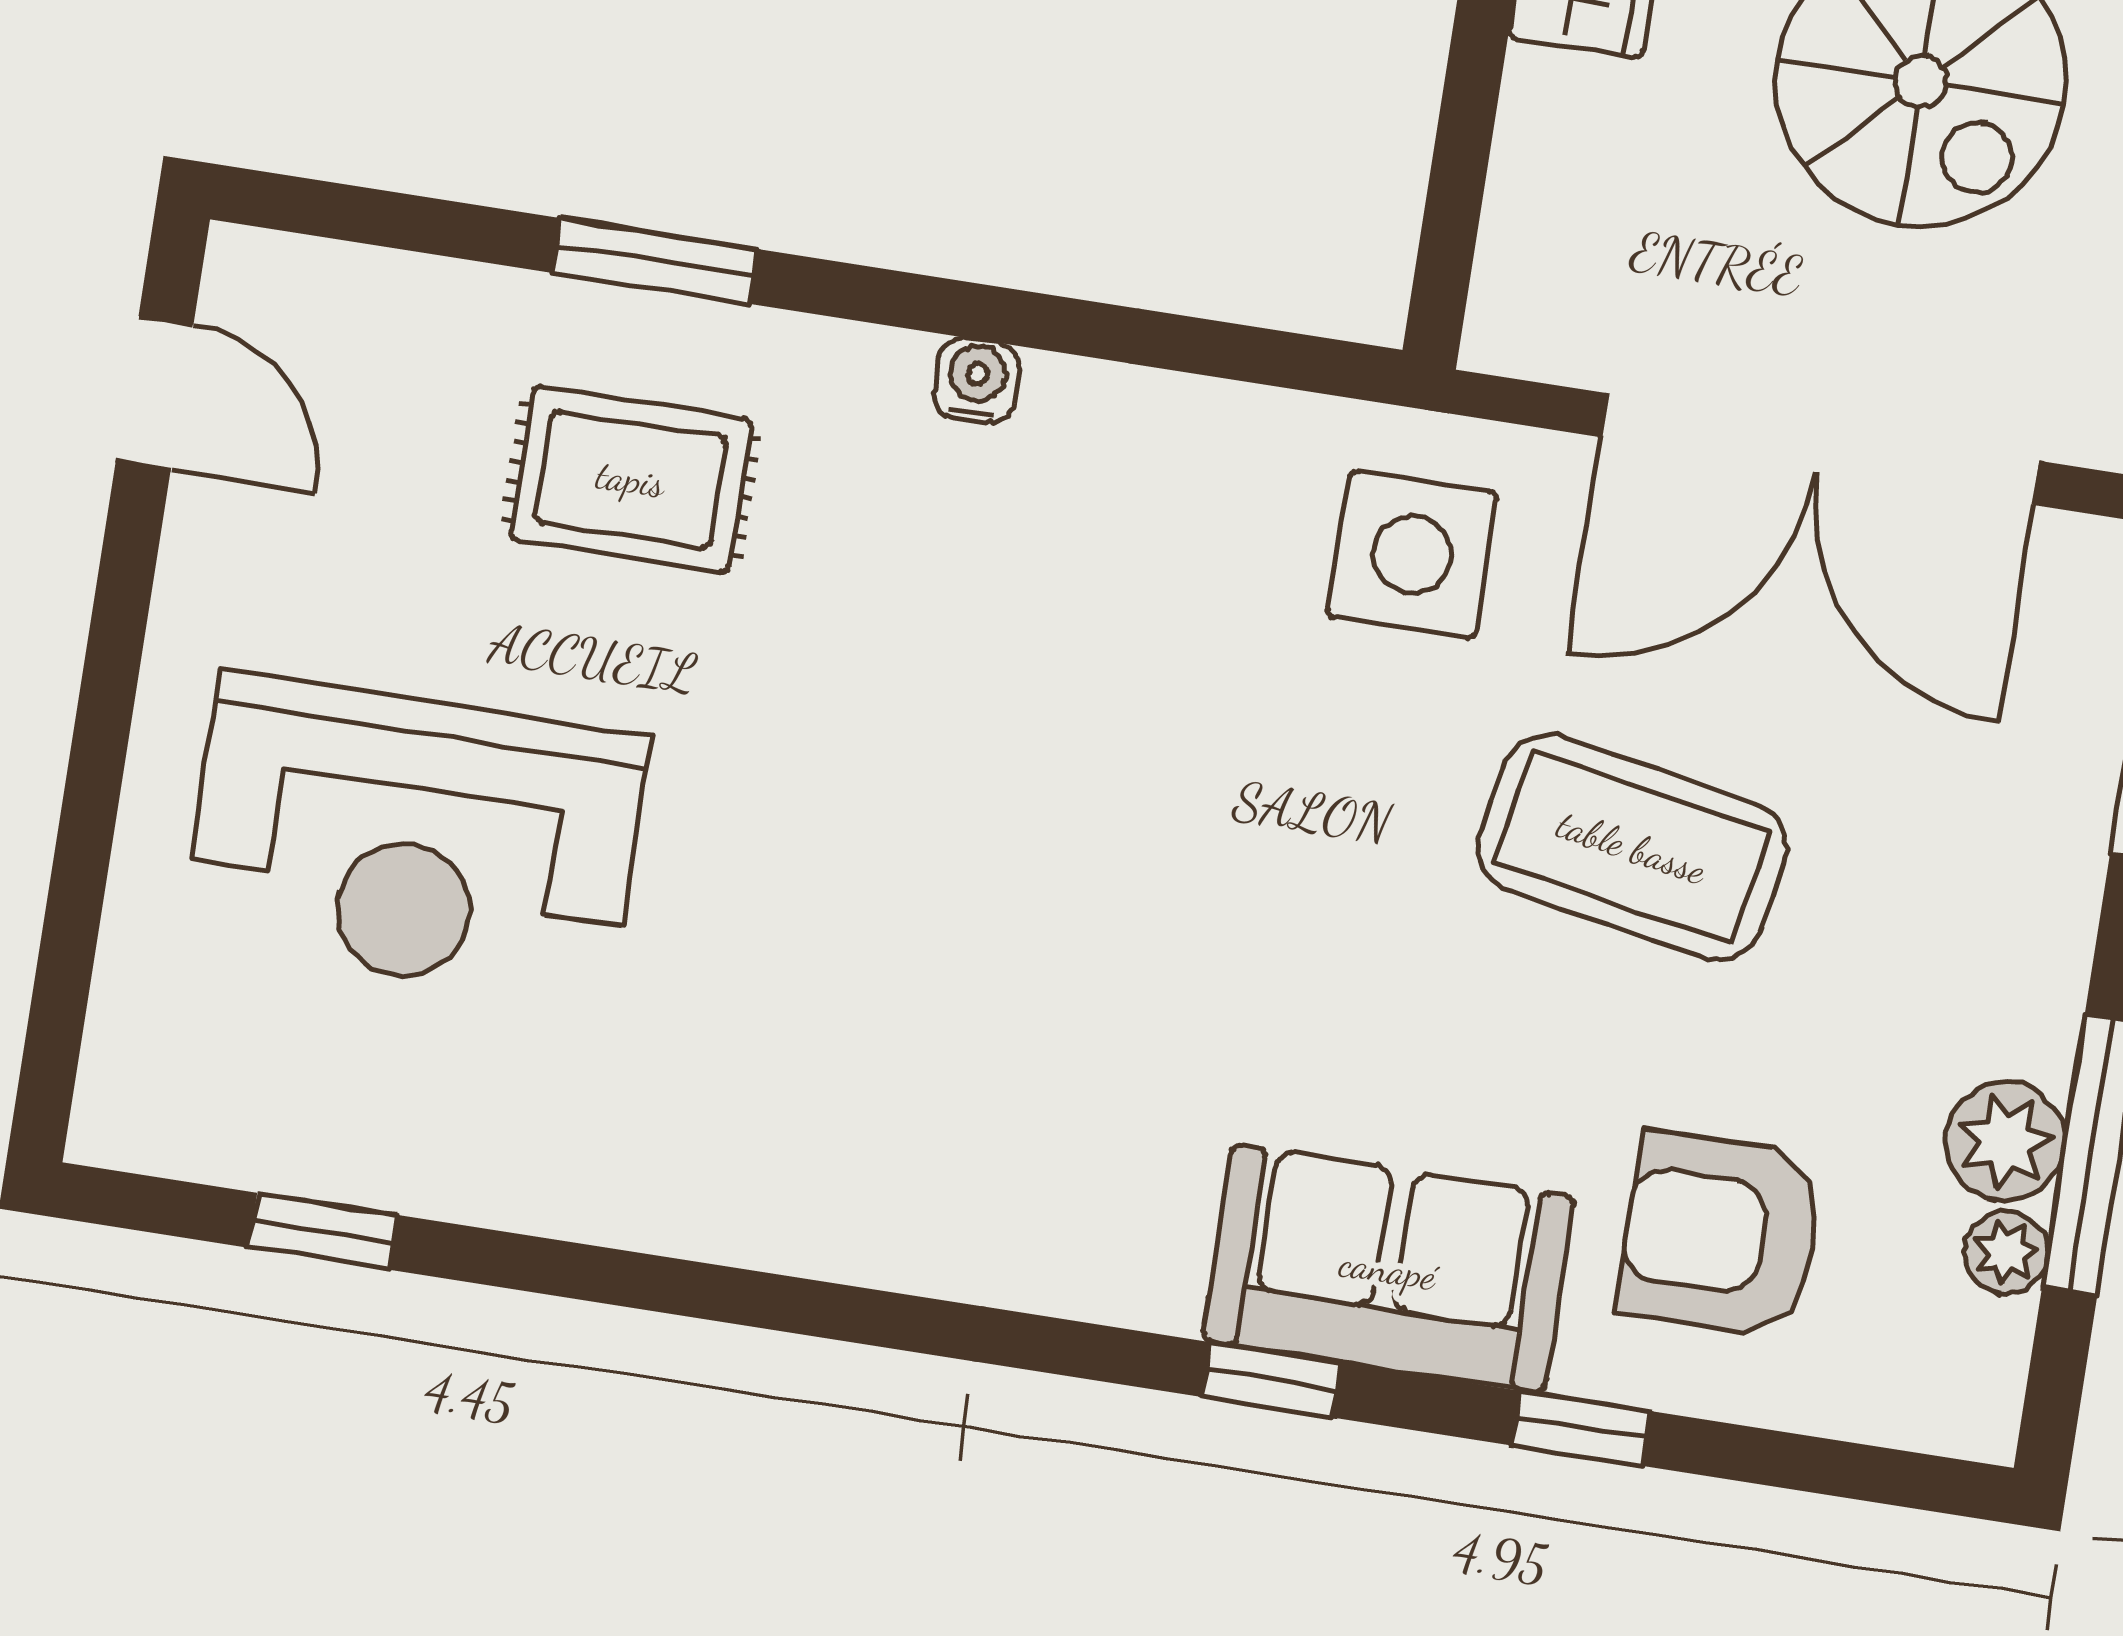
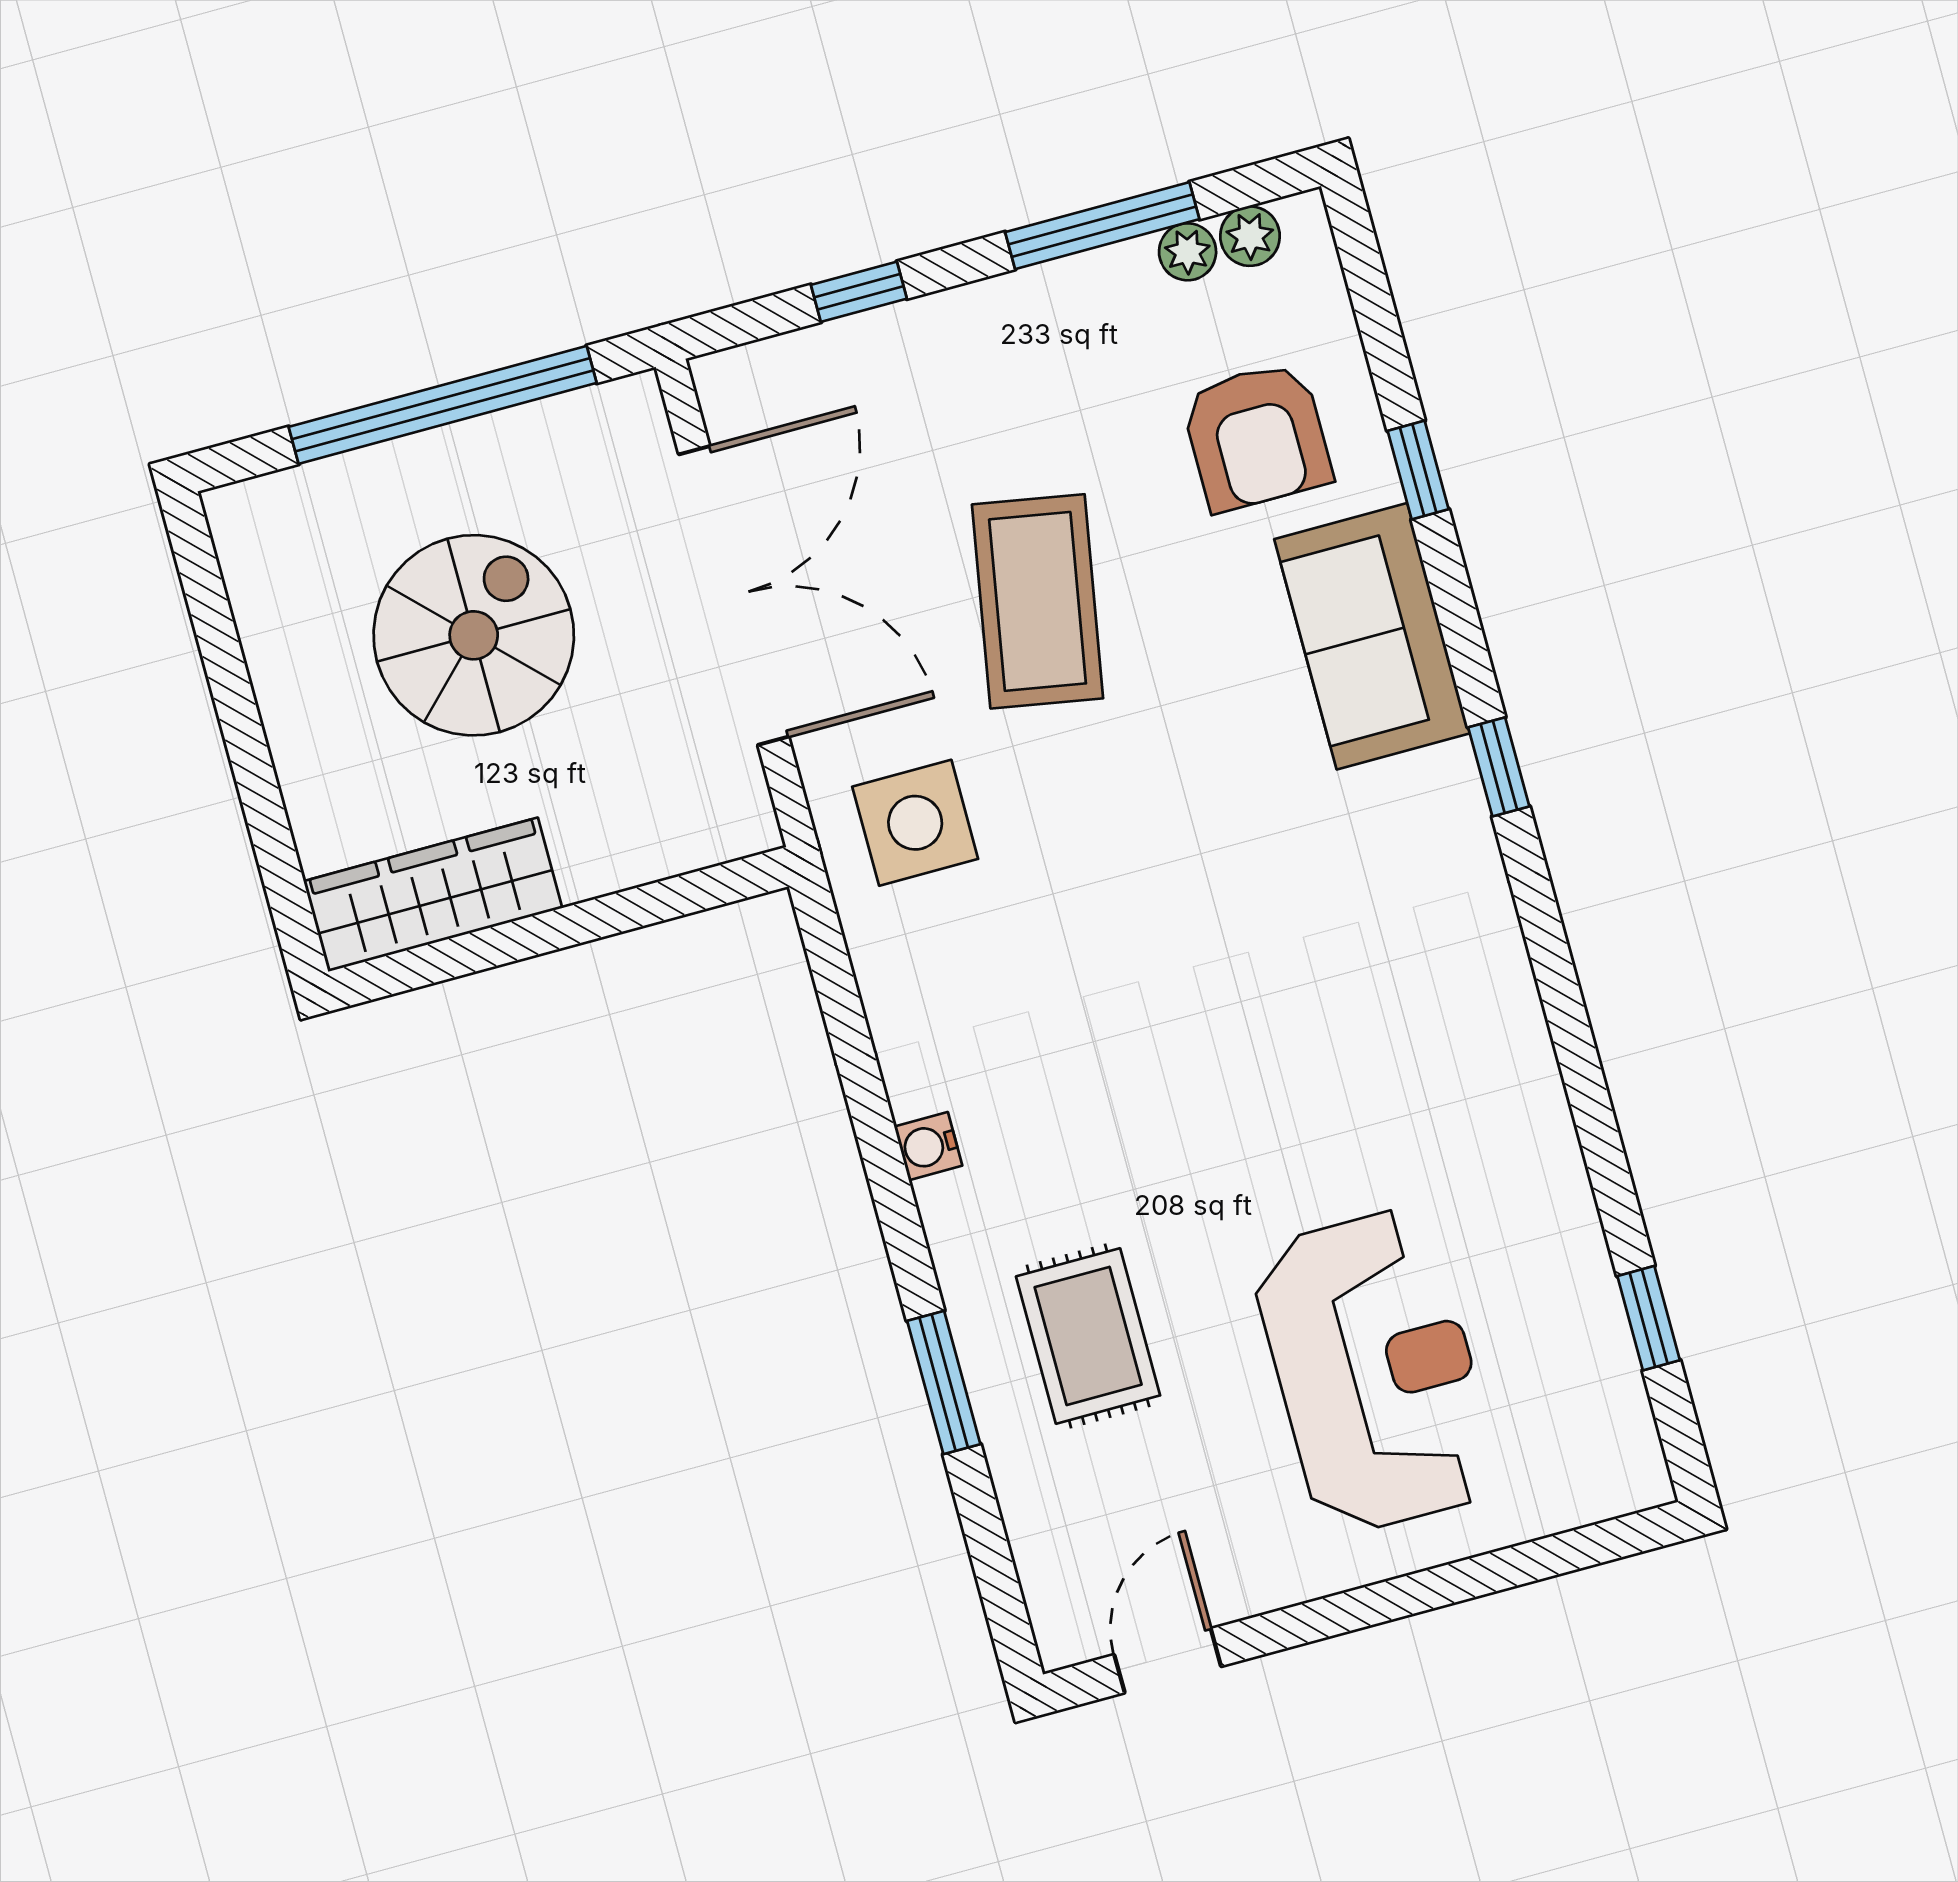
plant: (2005, 1141) -> (1250, 236), moved, width x0.73, depth x0.73
window: (1272, 1380) -> (1499, 767), moved

